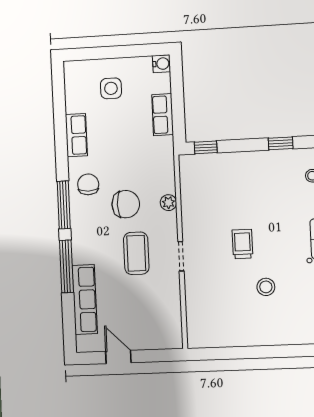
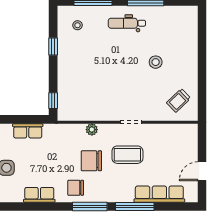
chair: (126, 204) -> (91, 161), turned -90
trolley: (242, 244) -> (179, 100), moved, turned -44

